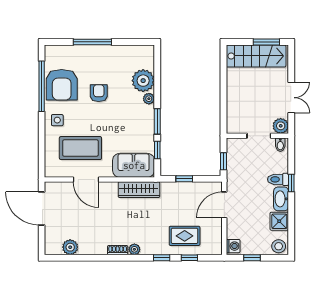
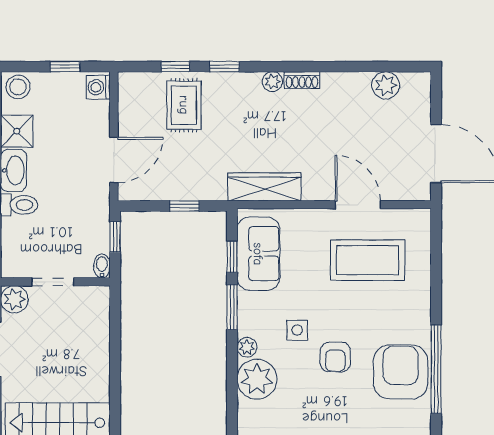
side table: (57, 120) -> (297, 330), moved
bidet: (280, 145) -> (102, 266), moved
sofa: (134, 165) -> (258, 254), moved, turned -90
rug: (185, 236) -> (184, 105), turned 90

